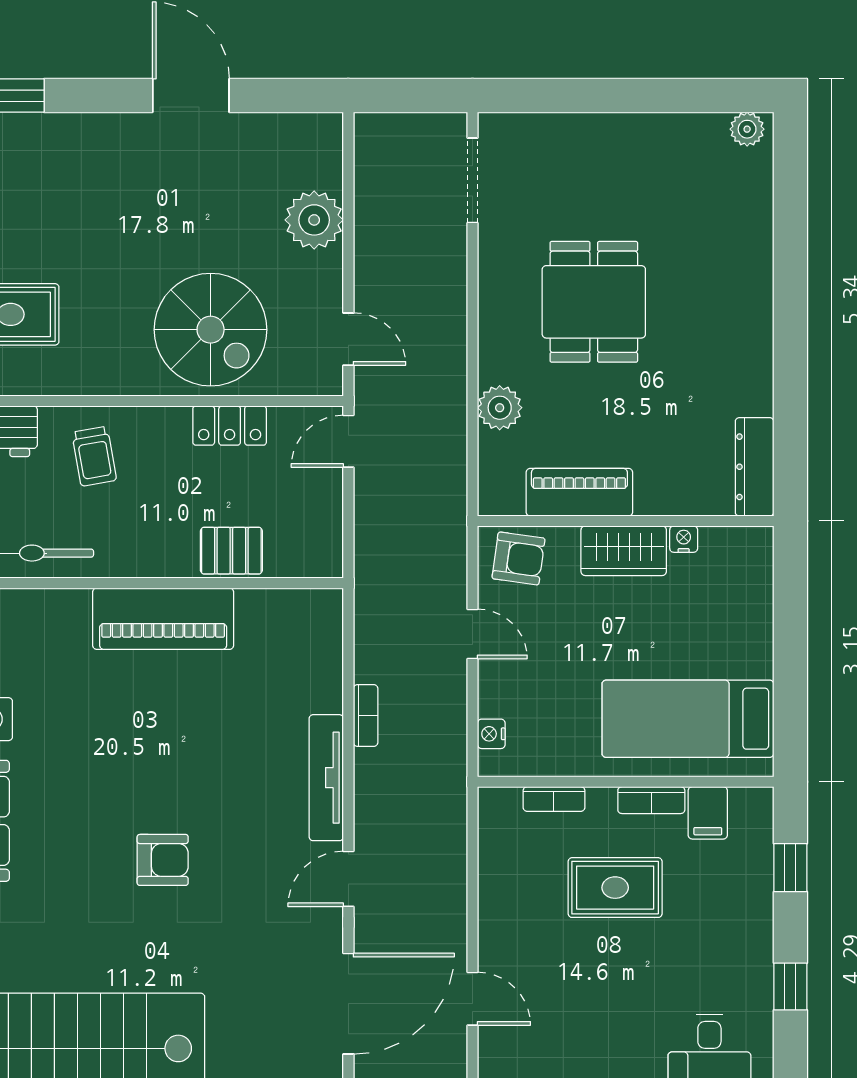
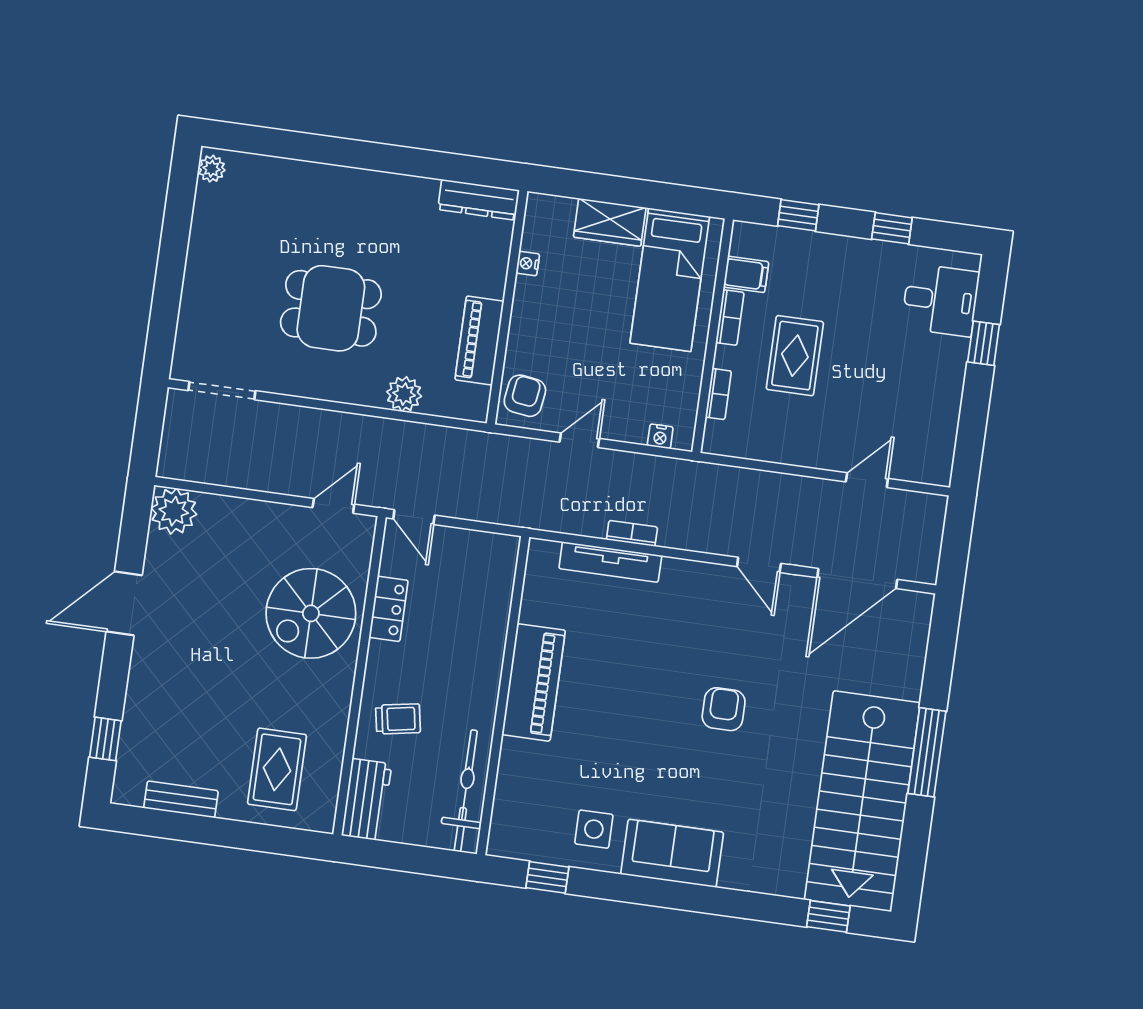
plant: (314, 220) -> (174, 511), moved
spiral stairs: (211, 330) -> (311, 613), turned 180
pallet: (231, 551) -> (487, 621), removed
wardrobe: (624, 551) -> (610, 222), moved, turned 90
tv unit: (326, 778) -> (610, 562), moved
door: (348, 1004) -> (857, 579), swing flipped

